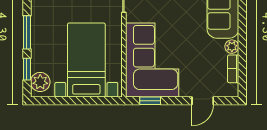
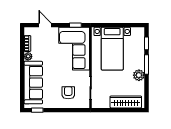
plant: (40, 82) -> (139, 75), moved
door: (203, 101) -> (45, 25), hinge flipped

